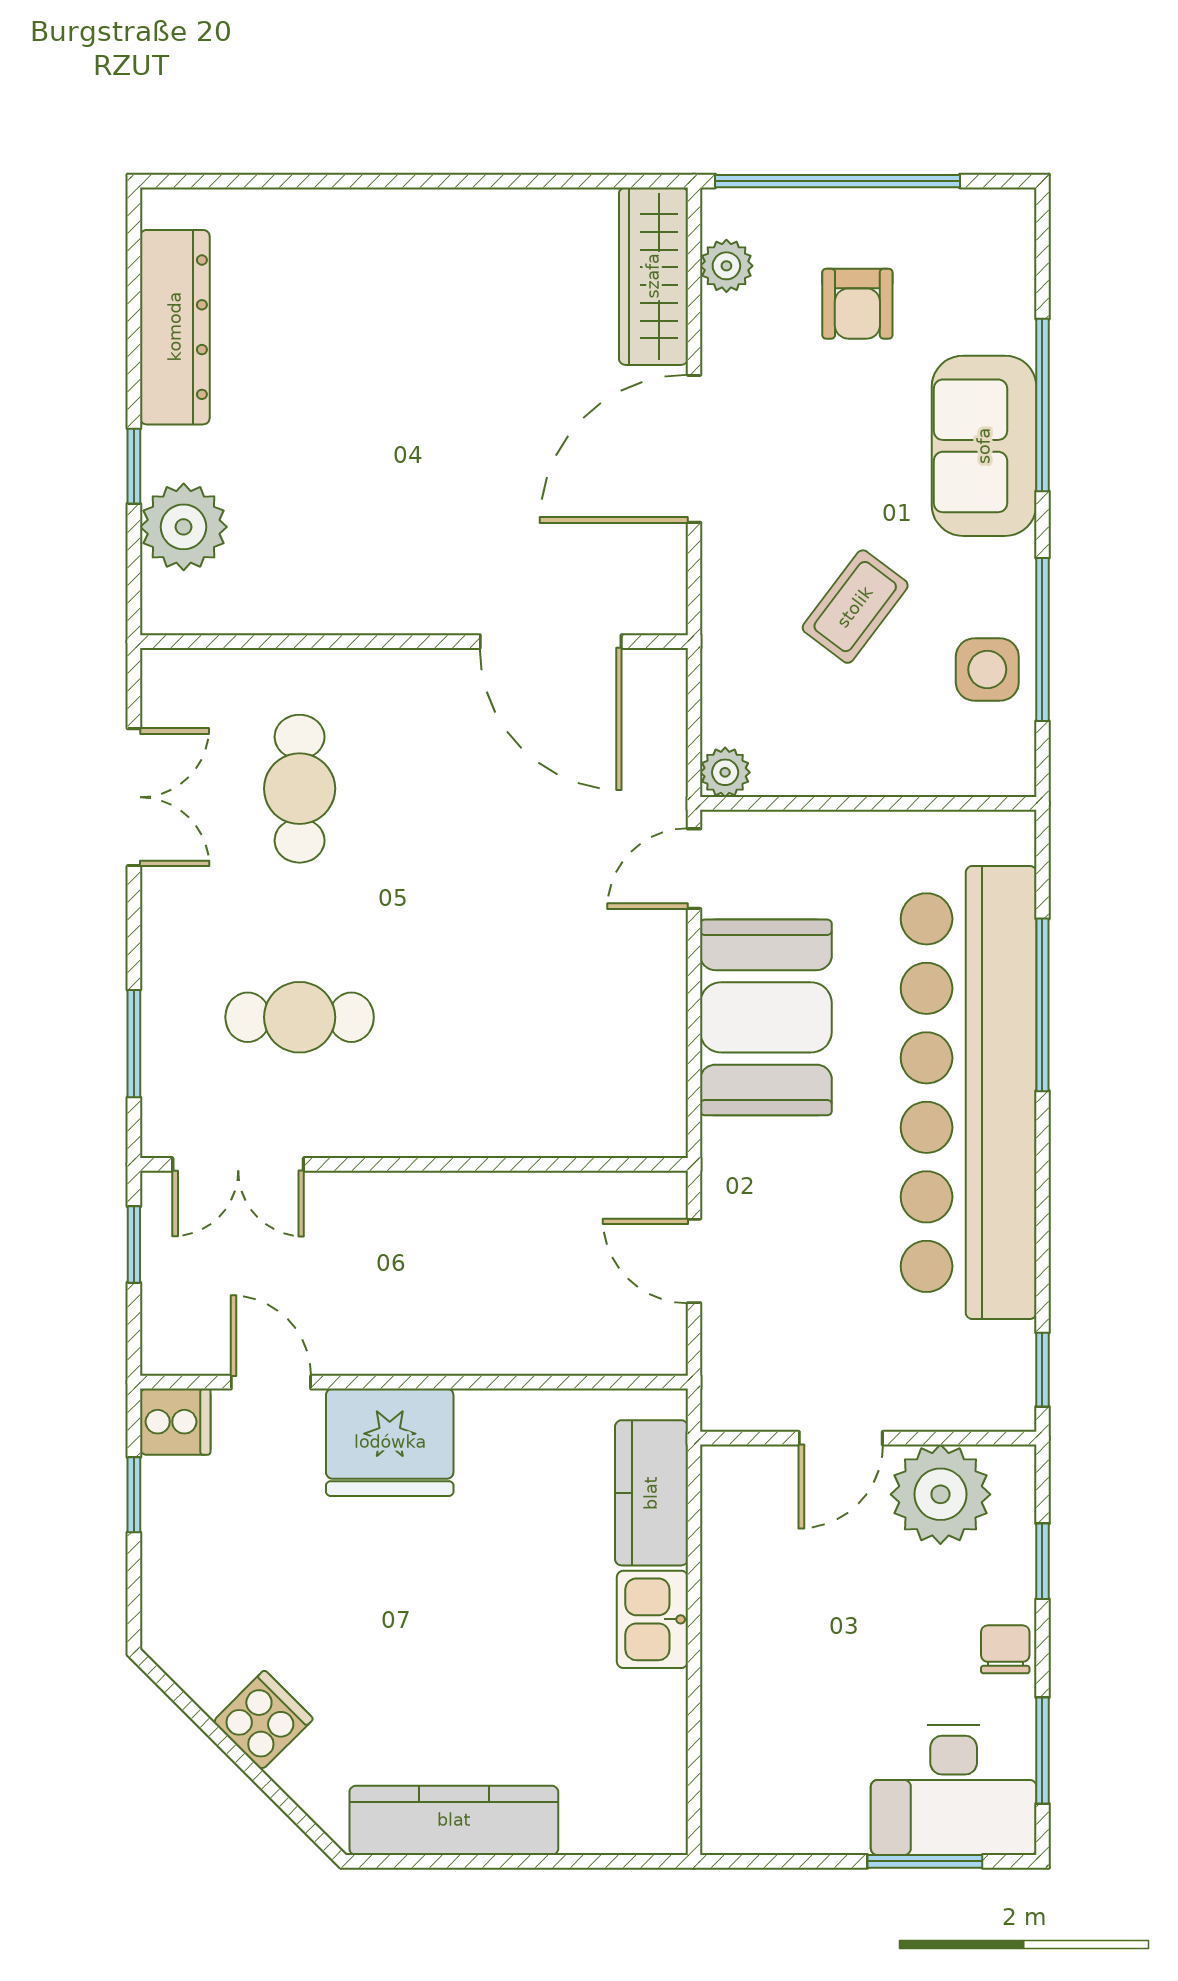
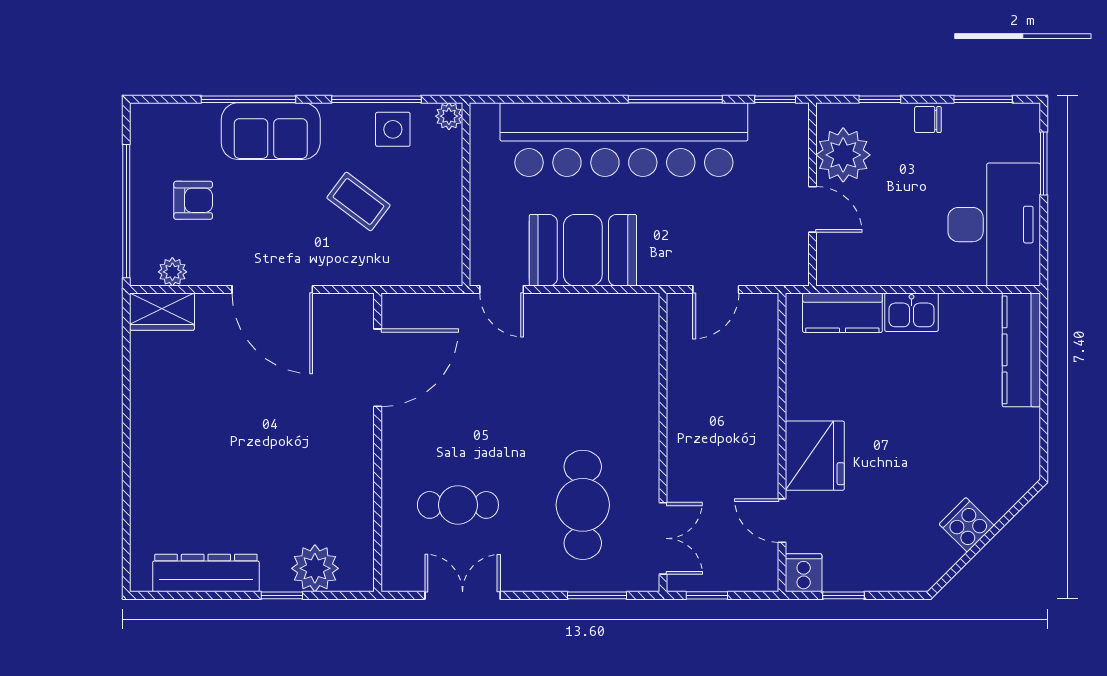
wardrobe: (653, 276) -> (162, 312), width x0.67
plant: (725, 772) -> (449, 116), moved
window: (1042, 1005) -> (675, 99), moved
cafe table: (300, 1017) -> (583, 505), width x1.37, depth x1.35
door: (271, 1382) -> (782, 521), hinge flipped
desk: (954, 1790) -> (994, 225), moved, width x1.36, depth x1.30
kitchen counter: (454, 1820) -> (1021, 350), moved

